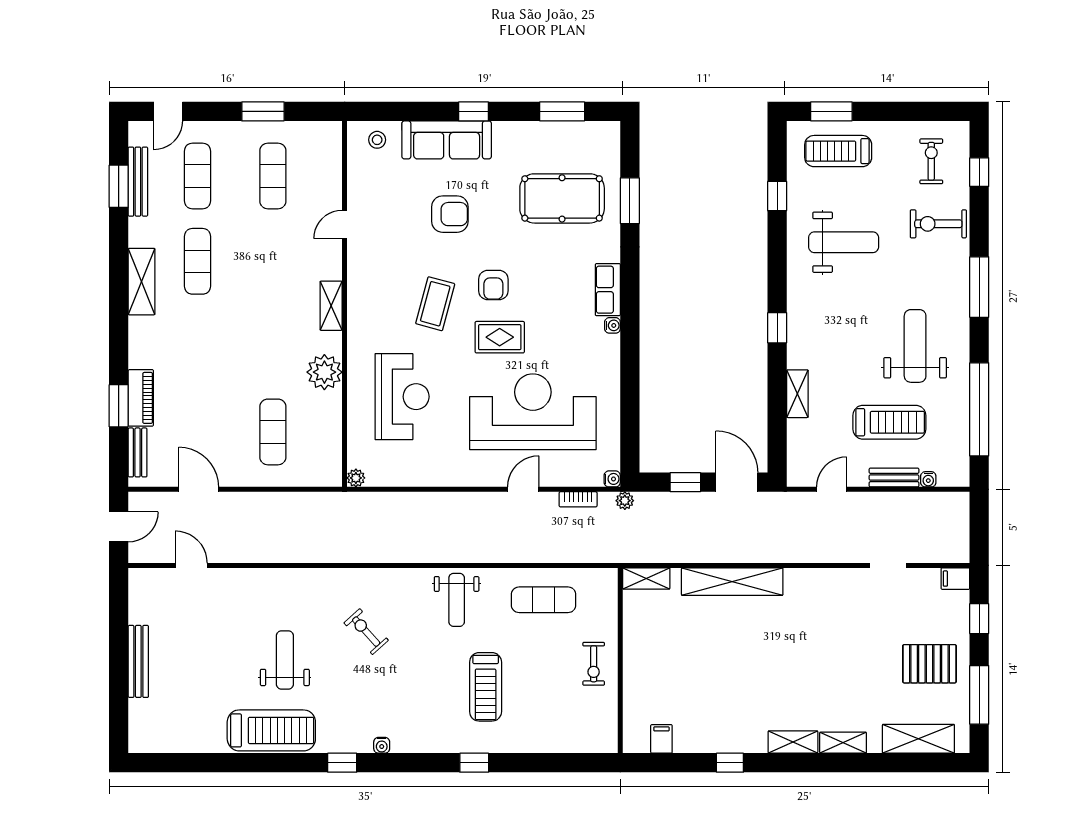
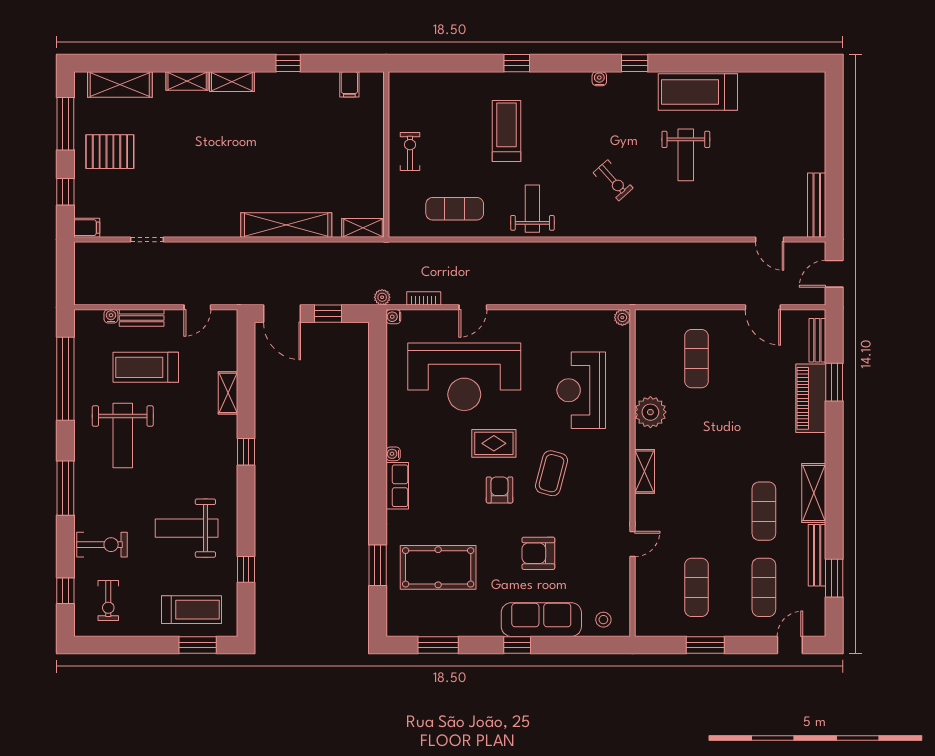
bench: (138, 182) -> (817, 555), moved
piano: (141, 398) -> (811, 398), width x1.37, depth x1.33
bench: (138, 661) -> (817, 205), moved

